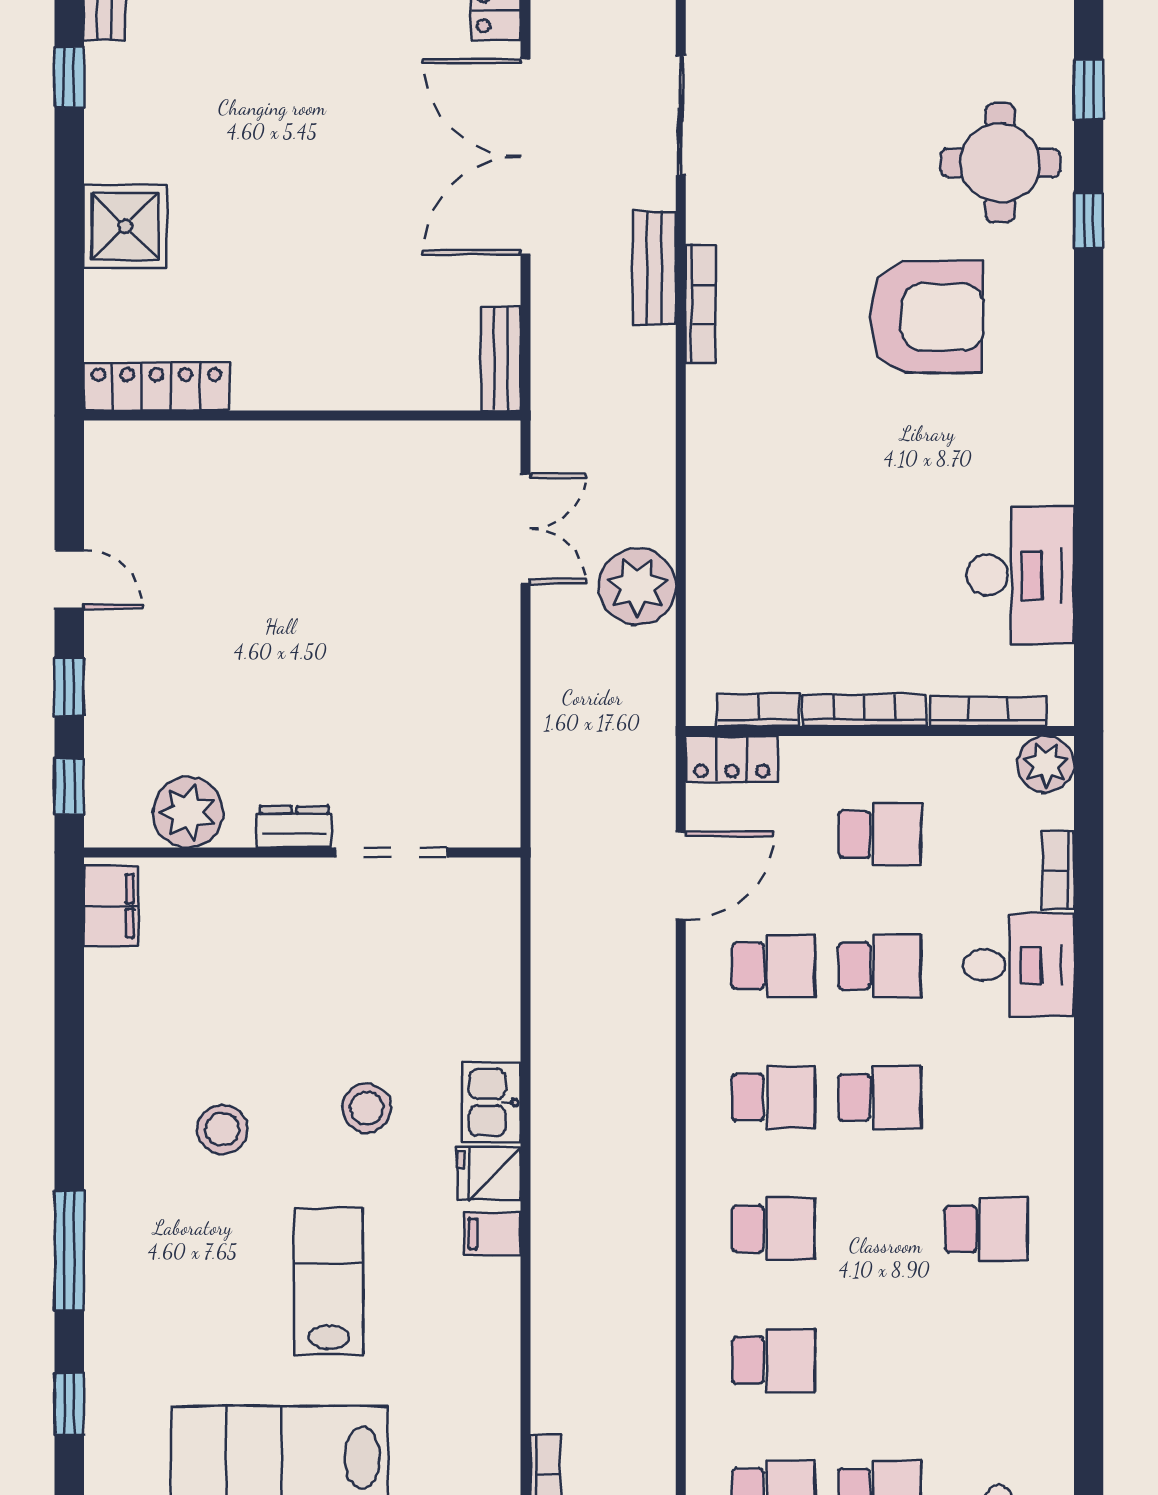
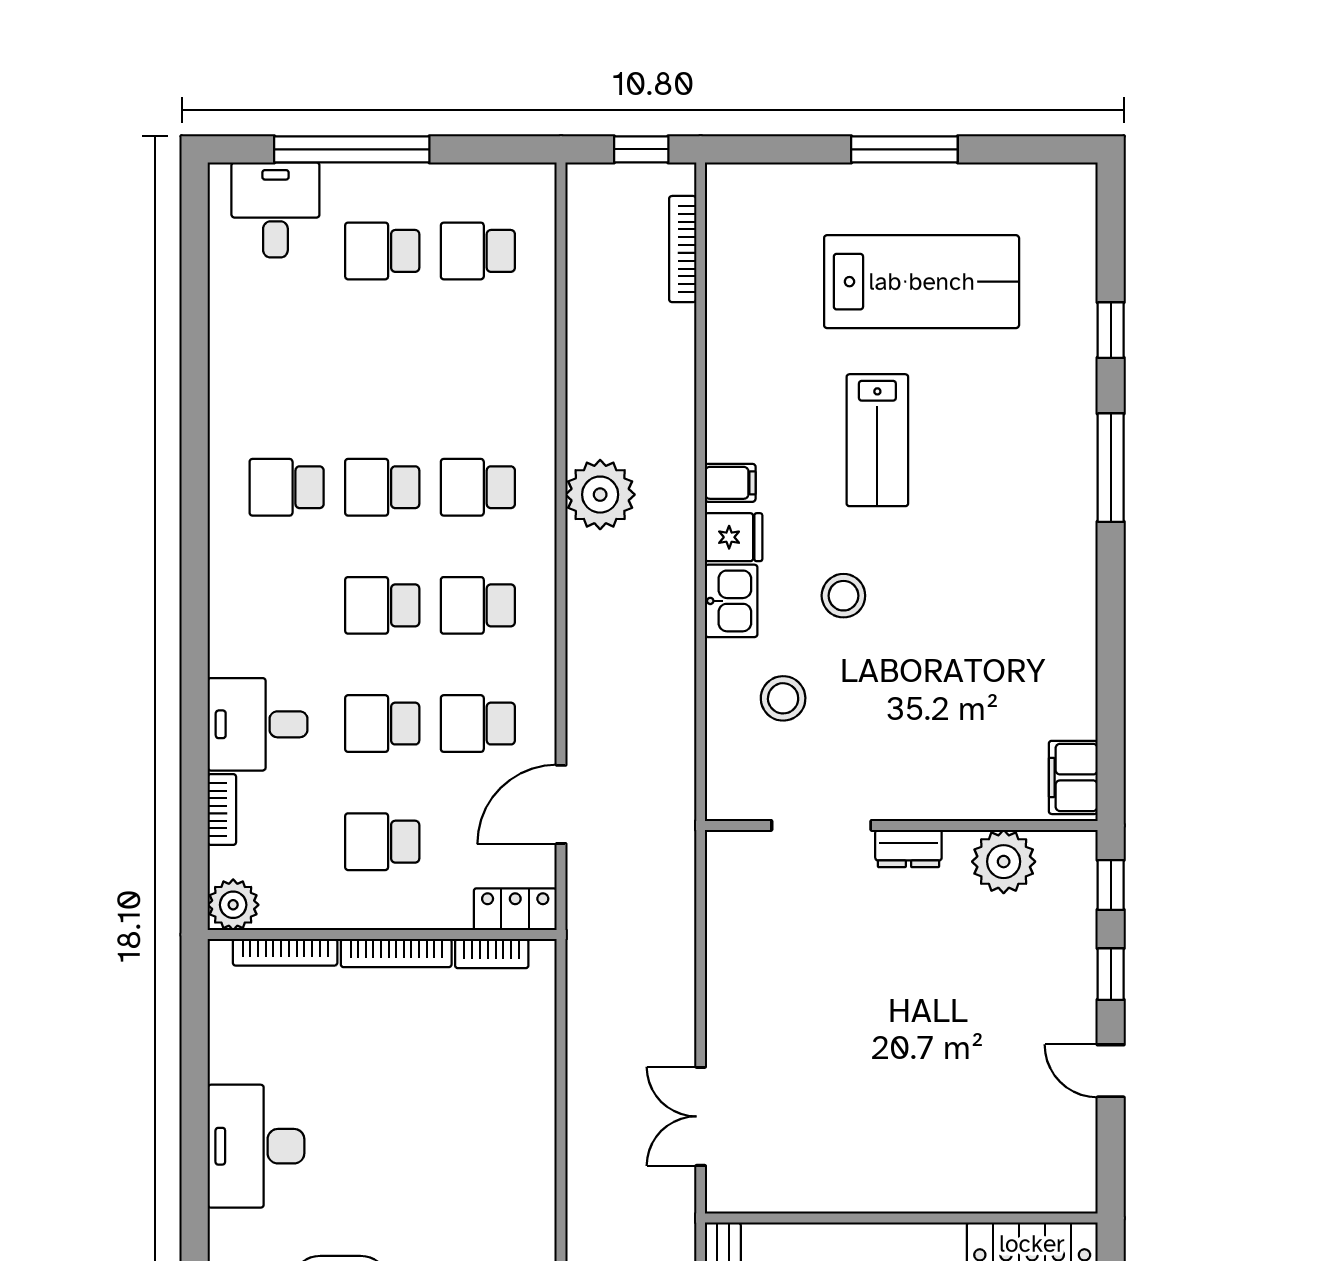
desk: (1020, 575) -> (256, 1146), moved
plant: (637, 587) -> (600, 495), moved
stool: (222, 1129) -> (783, 698), moved
school desk: (773, 1360) -> (382, 487), moved

